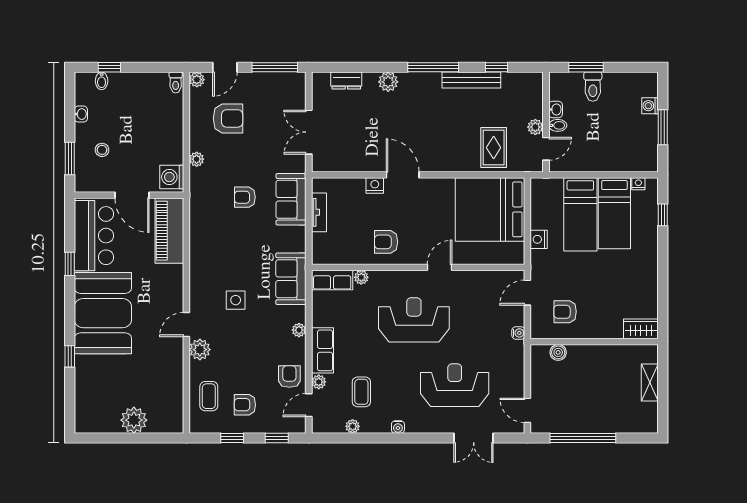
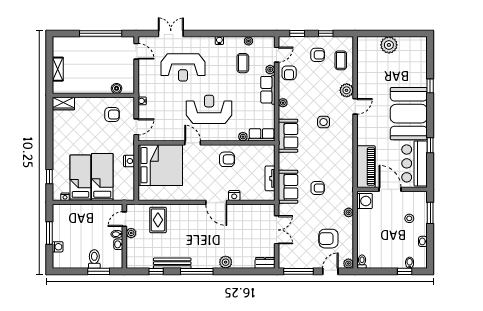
dresser: (346, 81) -> (265, 263), moved
bed: (490, 209) -> (160, 165), moved
door: (440, 267) -> (193, 143), swing flipped
reception desk: (414, 320) -> (209, 109), turned 180

